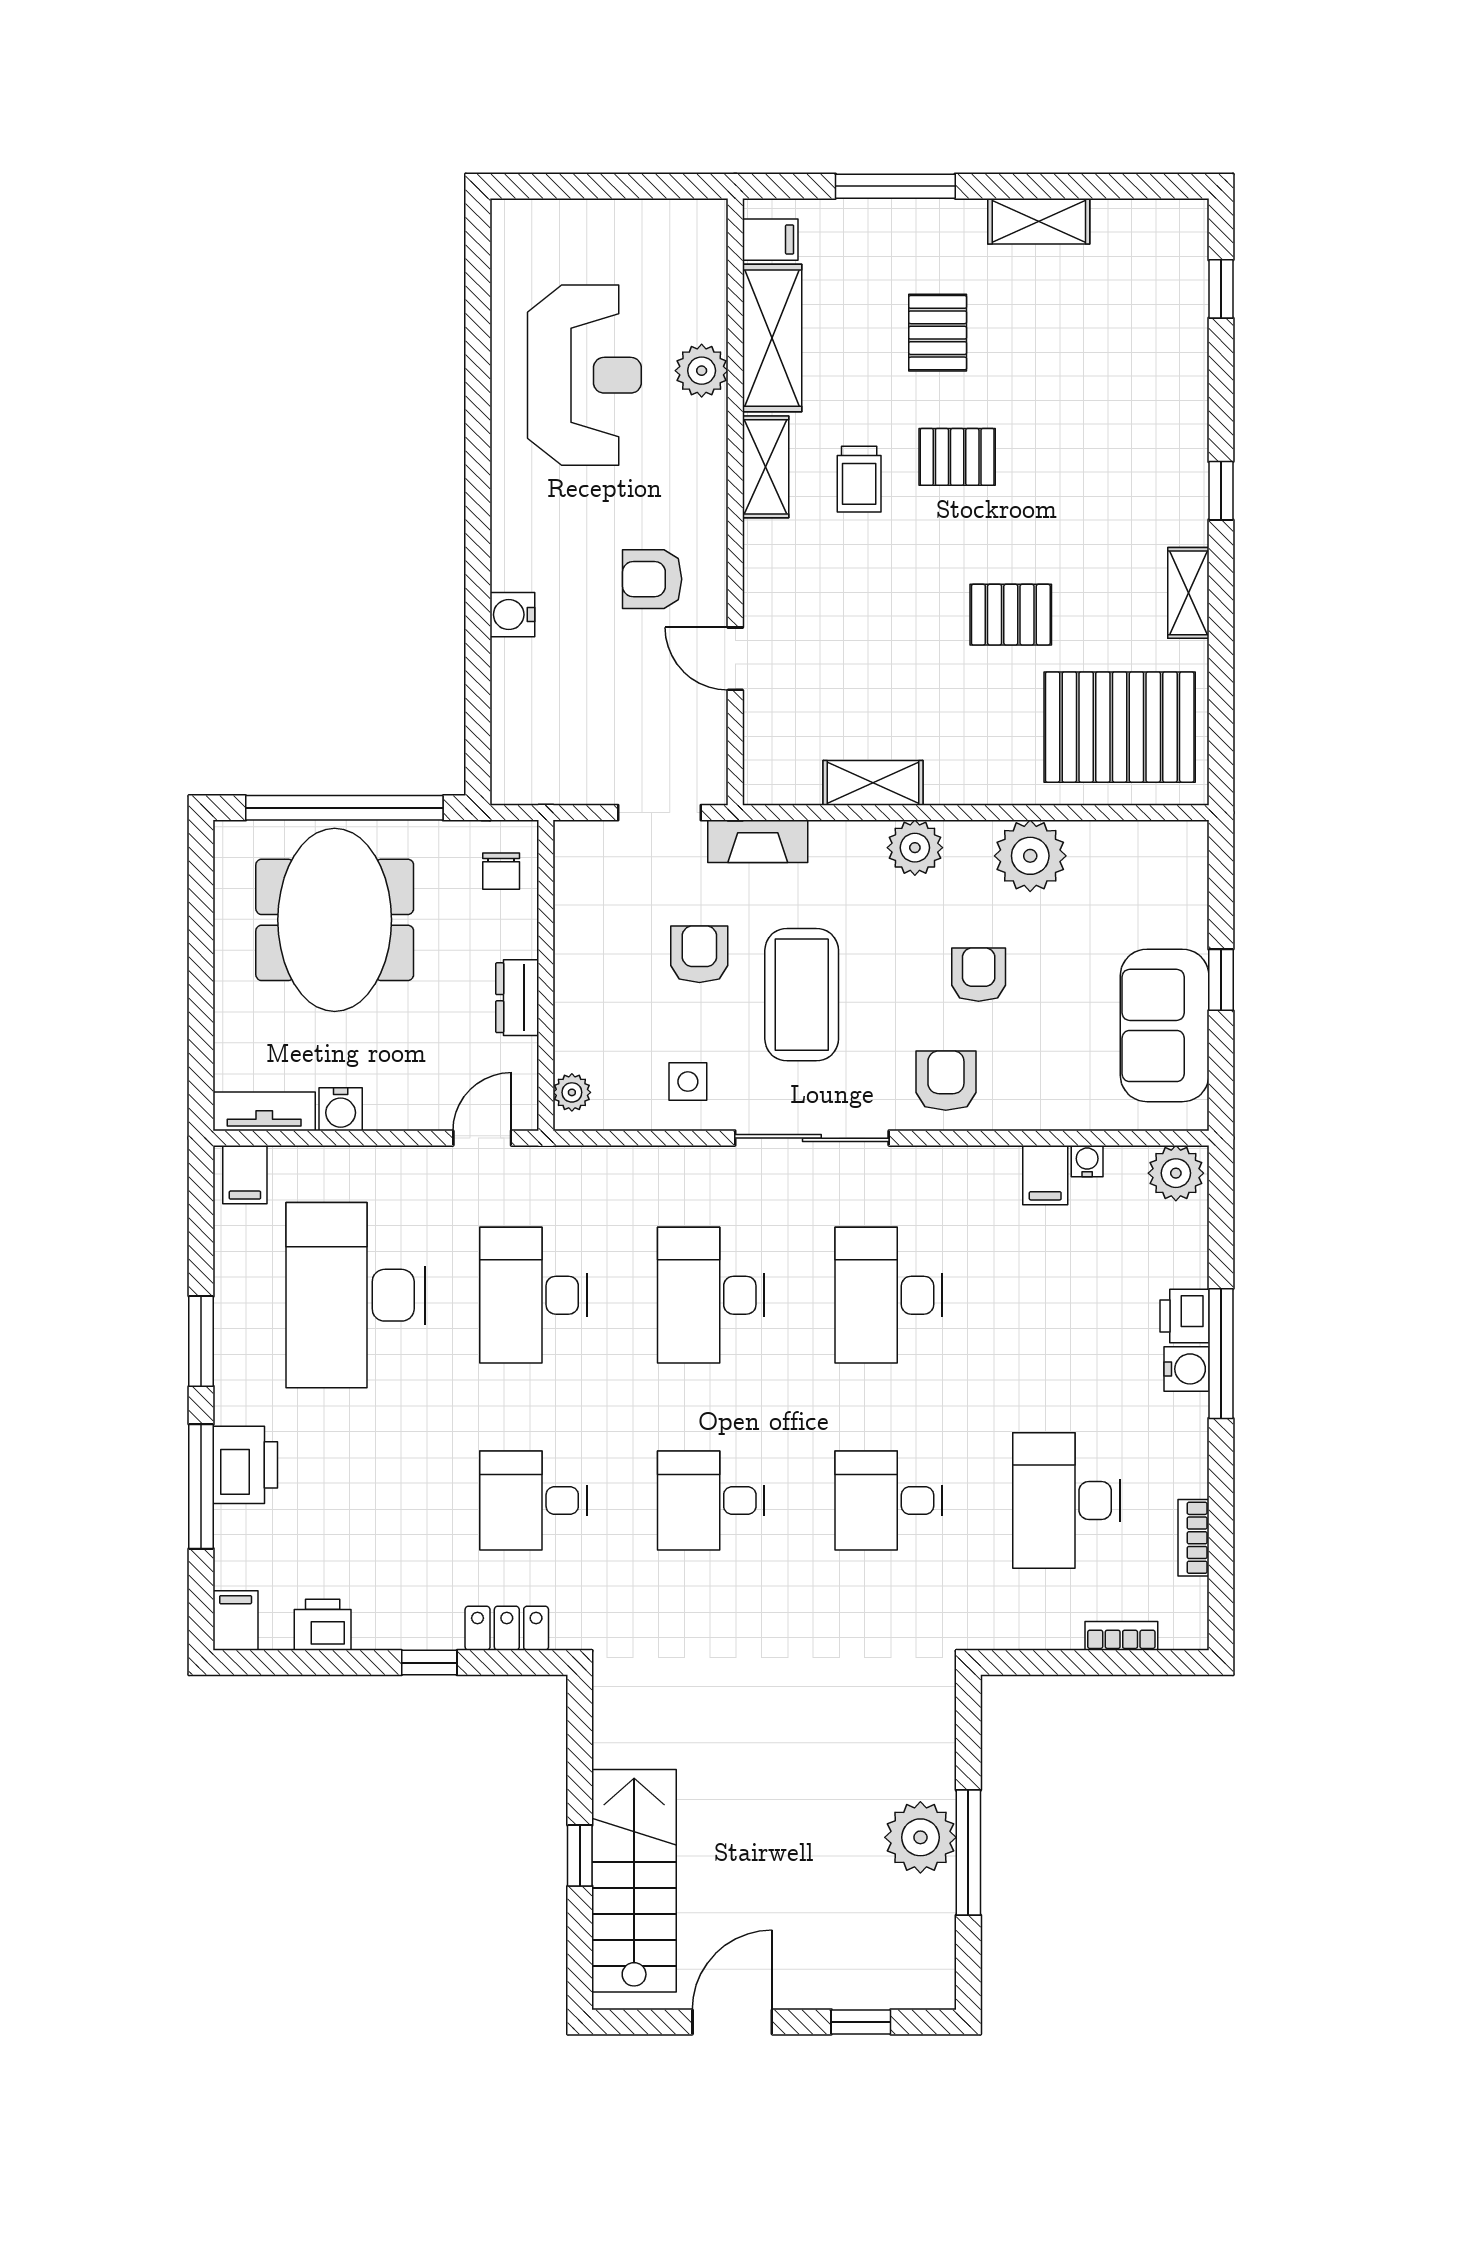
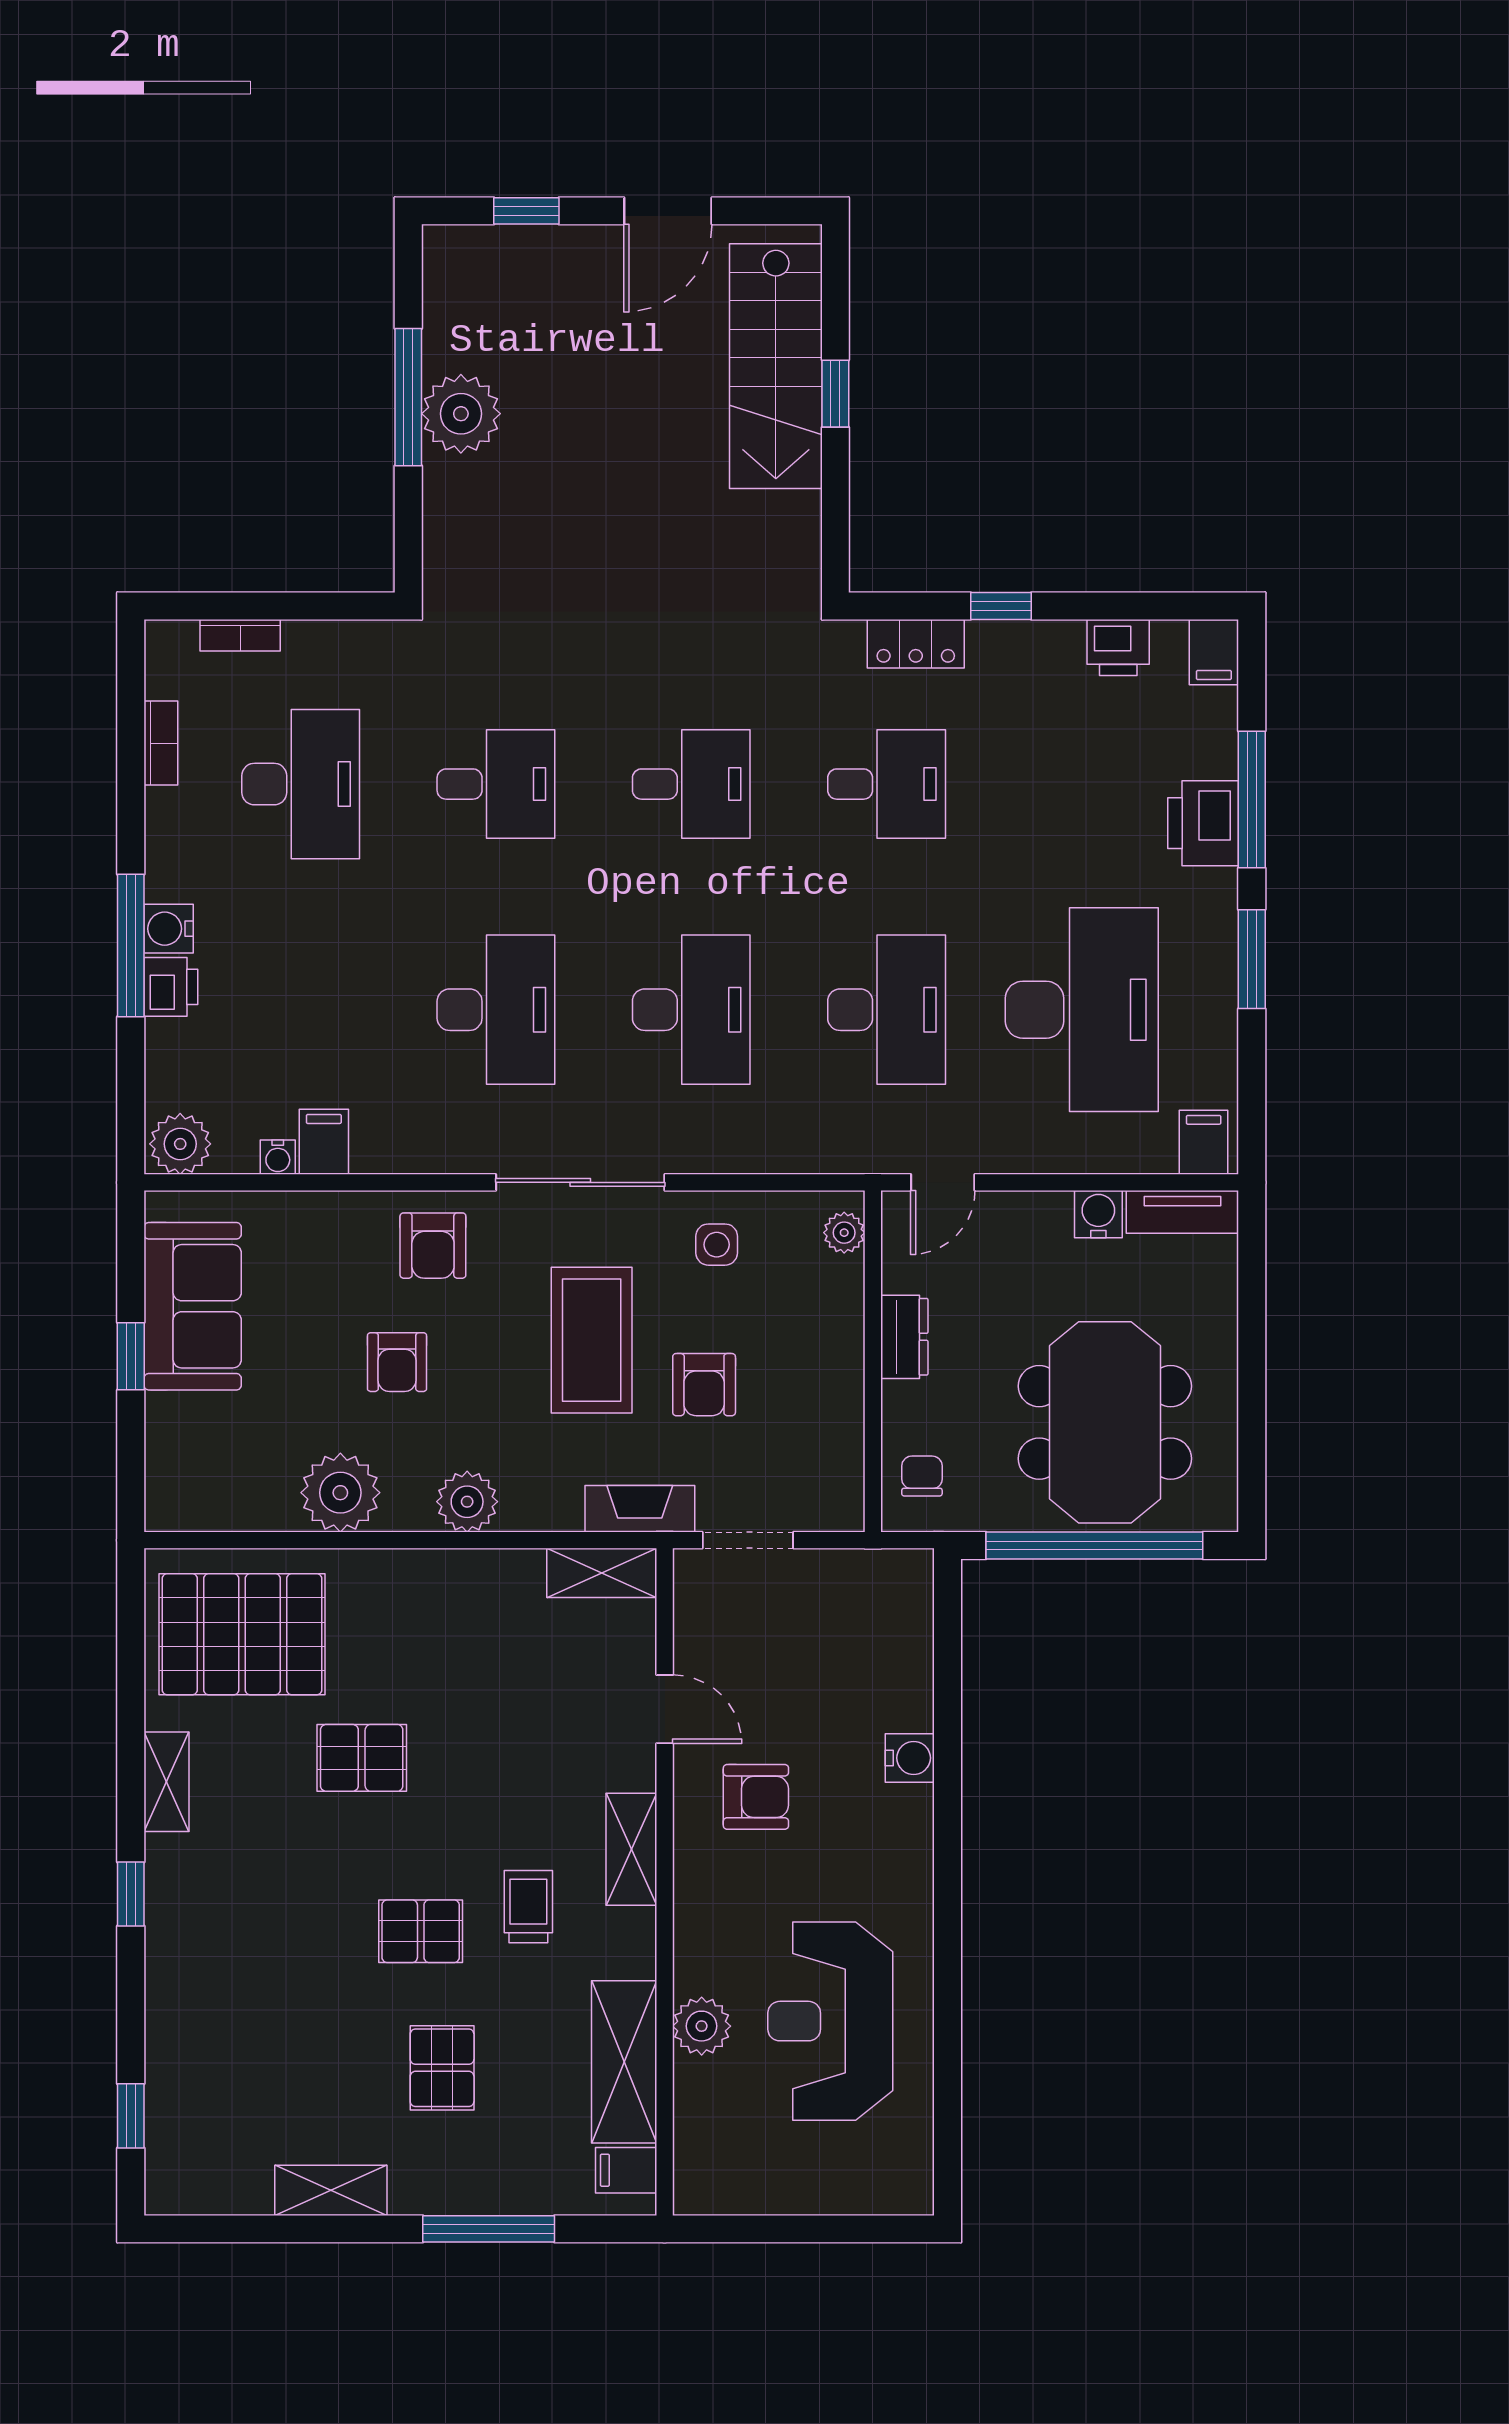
shelving: (766, 467) -> (631, 1849), moved
shelving: (873, 783) -> (602, 1573), moved

